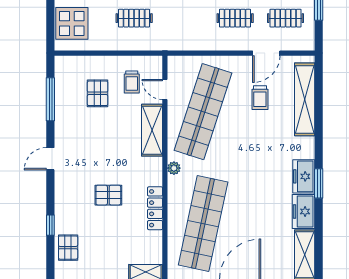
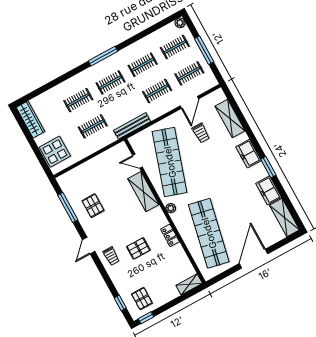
bench: (182, 44) -> (132, 126), added
trolley: (132, 82) -> (111, 256), moved
pallet: (98, 93) -> (93, 206), moved
shelving: (305, 99) -> (230, 119), width x0.68
freezer: (304, 176) -> (249, 154), moved
locker: (155, 208) -> (170, 235), width x0.66
window: (50, 225) -> (120, 303), moved
pallet: (68, 248) -> (142, 299), moved

